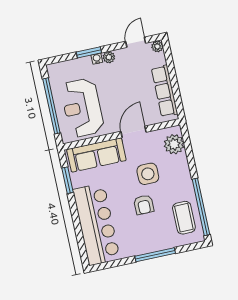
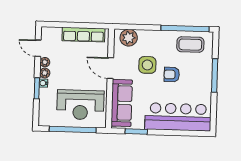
plant: (157, 46) -> (45, 62), moved
armchair: (144, 205) -> (172, 75), turned 180

